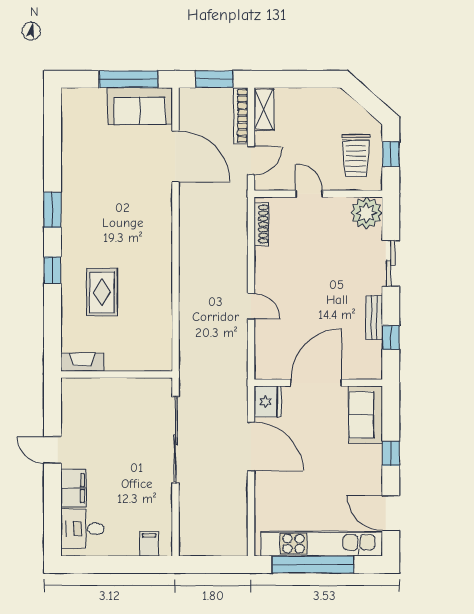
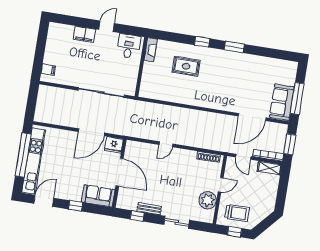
trolley: (356, 155) -> (237, 213), turned 180
plant: (366, 213) -> (208, 200), moved
desk: (82, 529) -> (129, 46), moved

